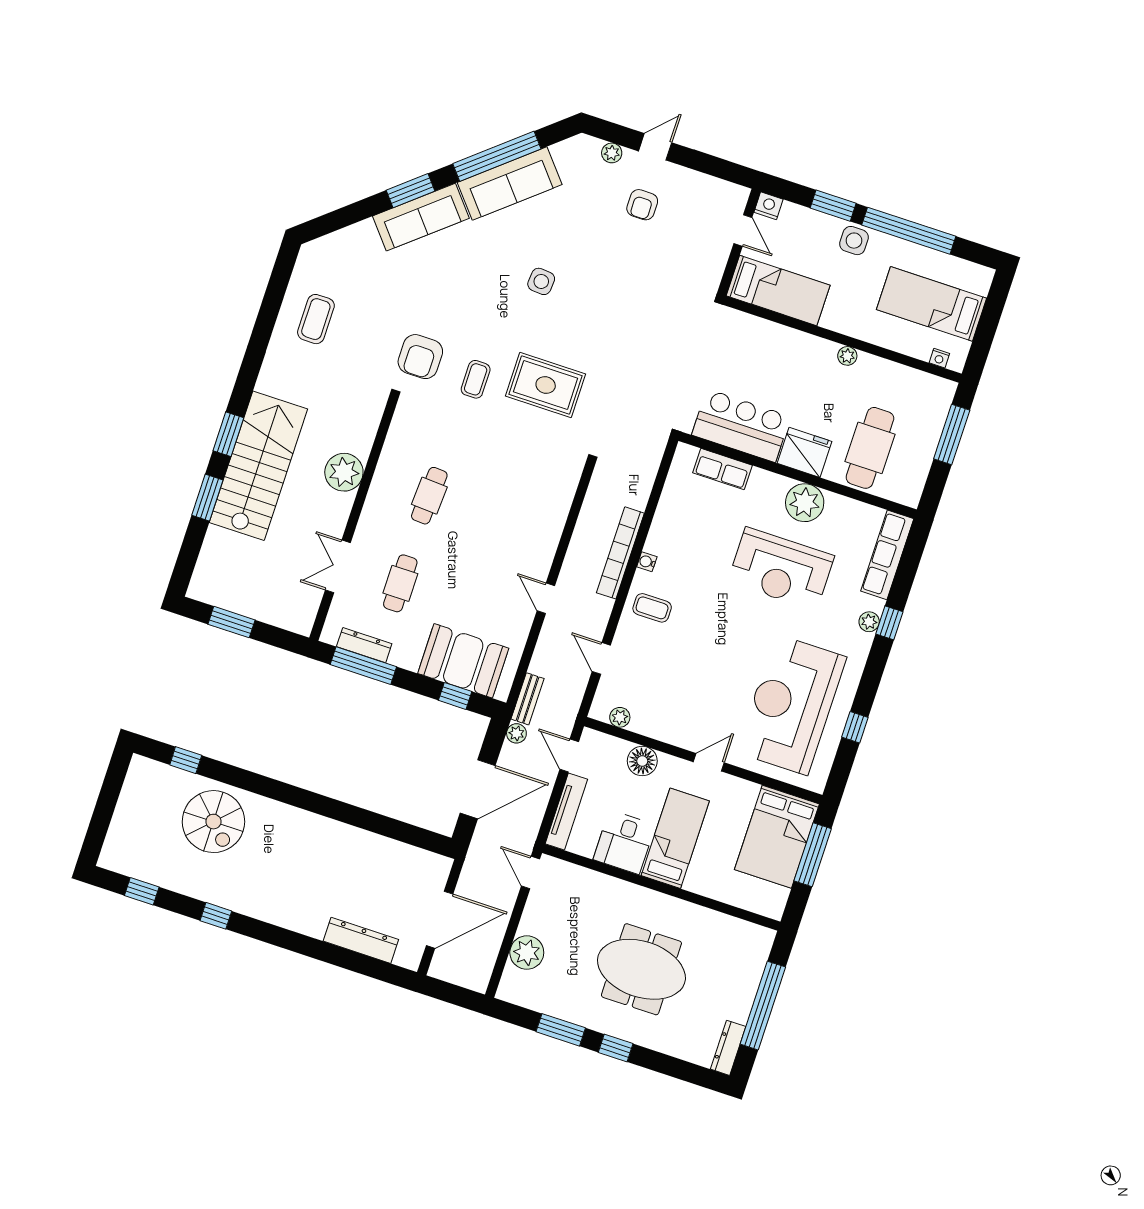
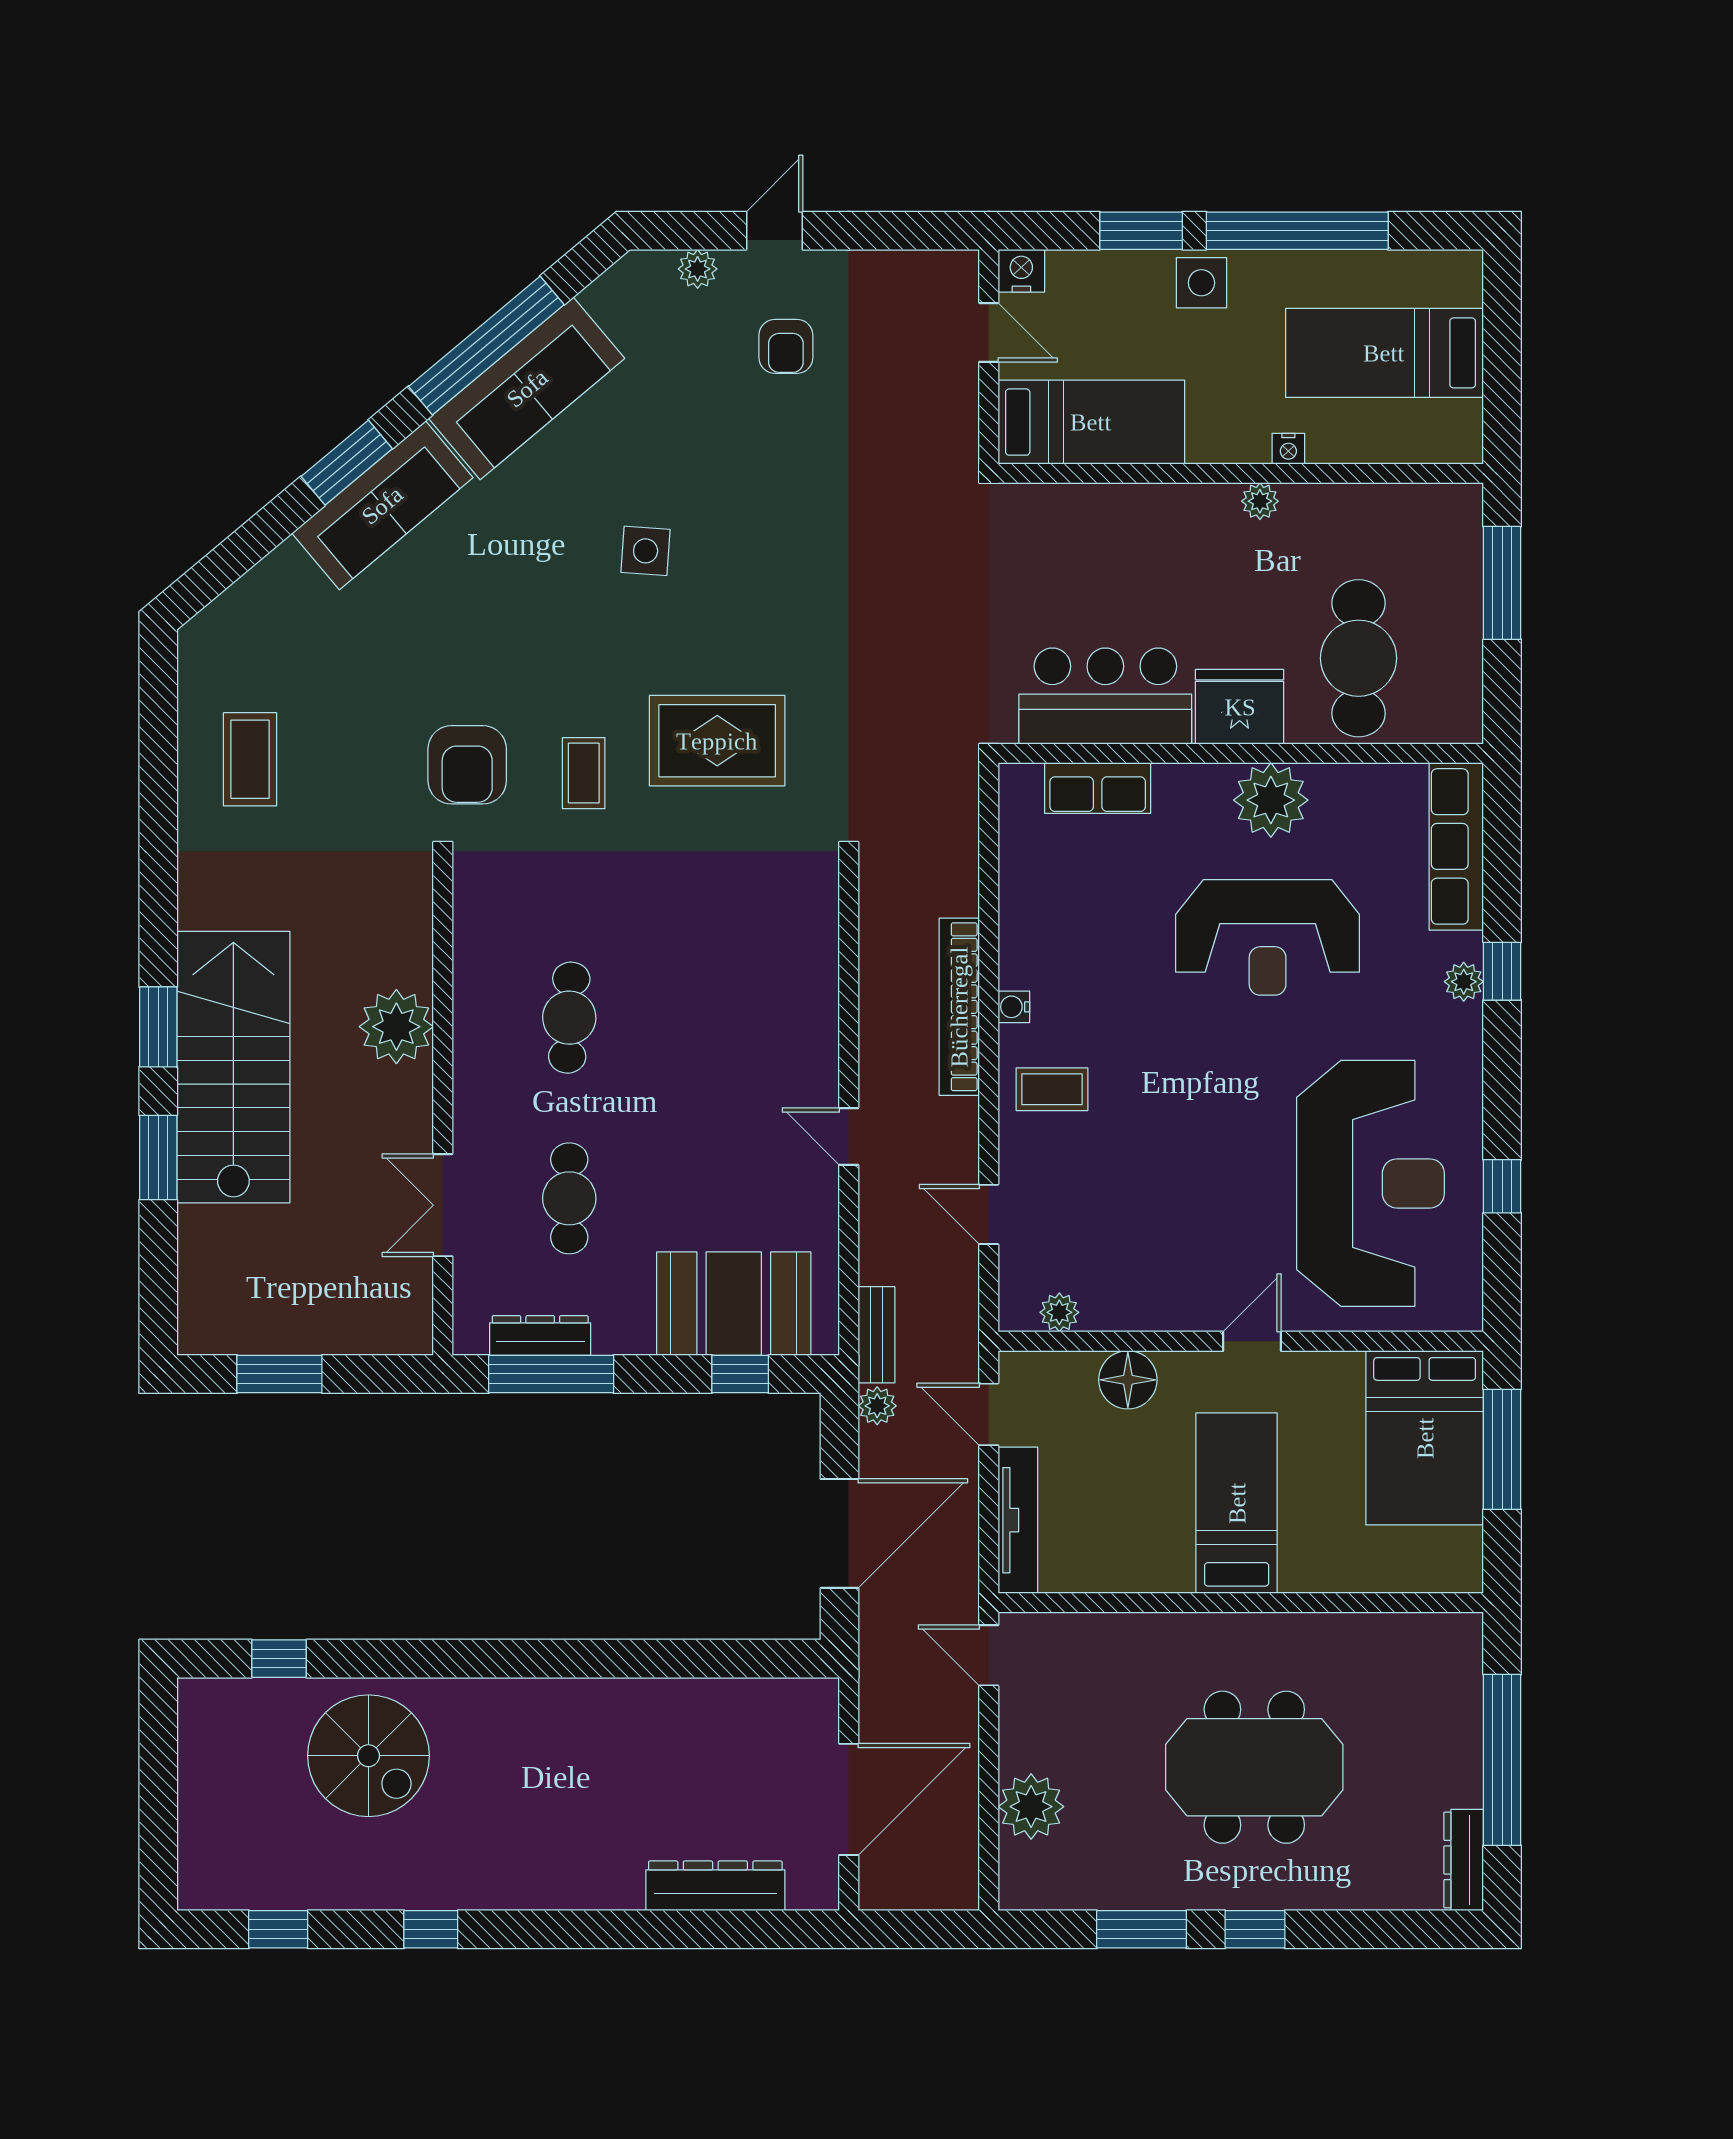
nightstand: (939, 358) -> (1288, 449), moved
reception desk: (791, 705) -> (1370, 1183), turned 180
desk: (624, 842) -> (1144, 1542), removed

